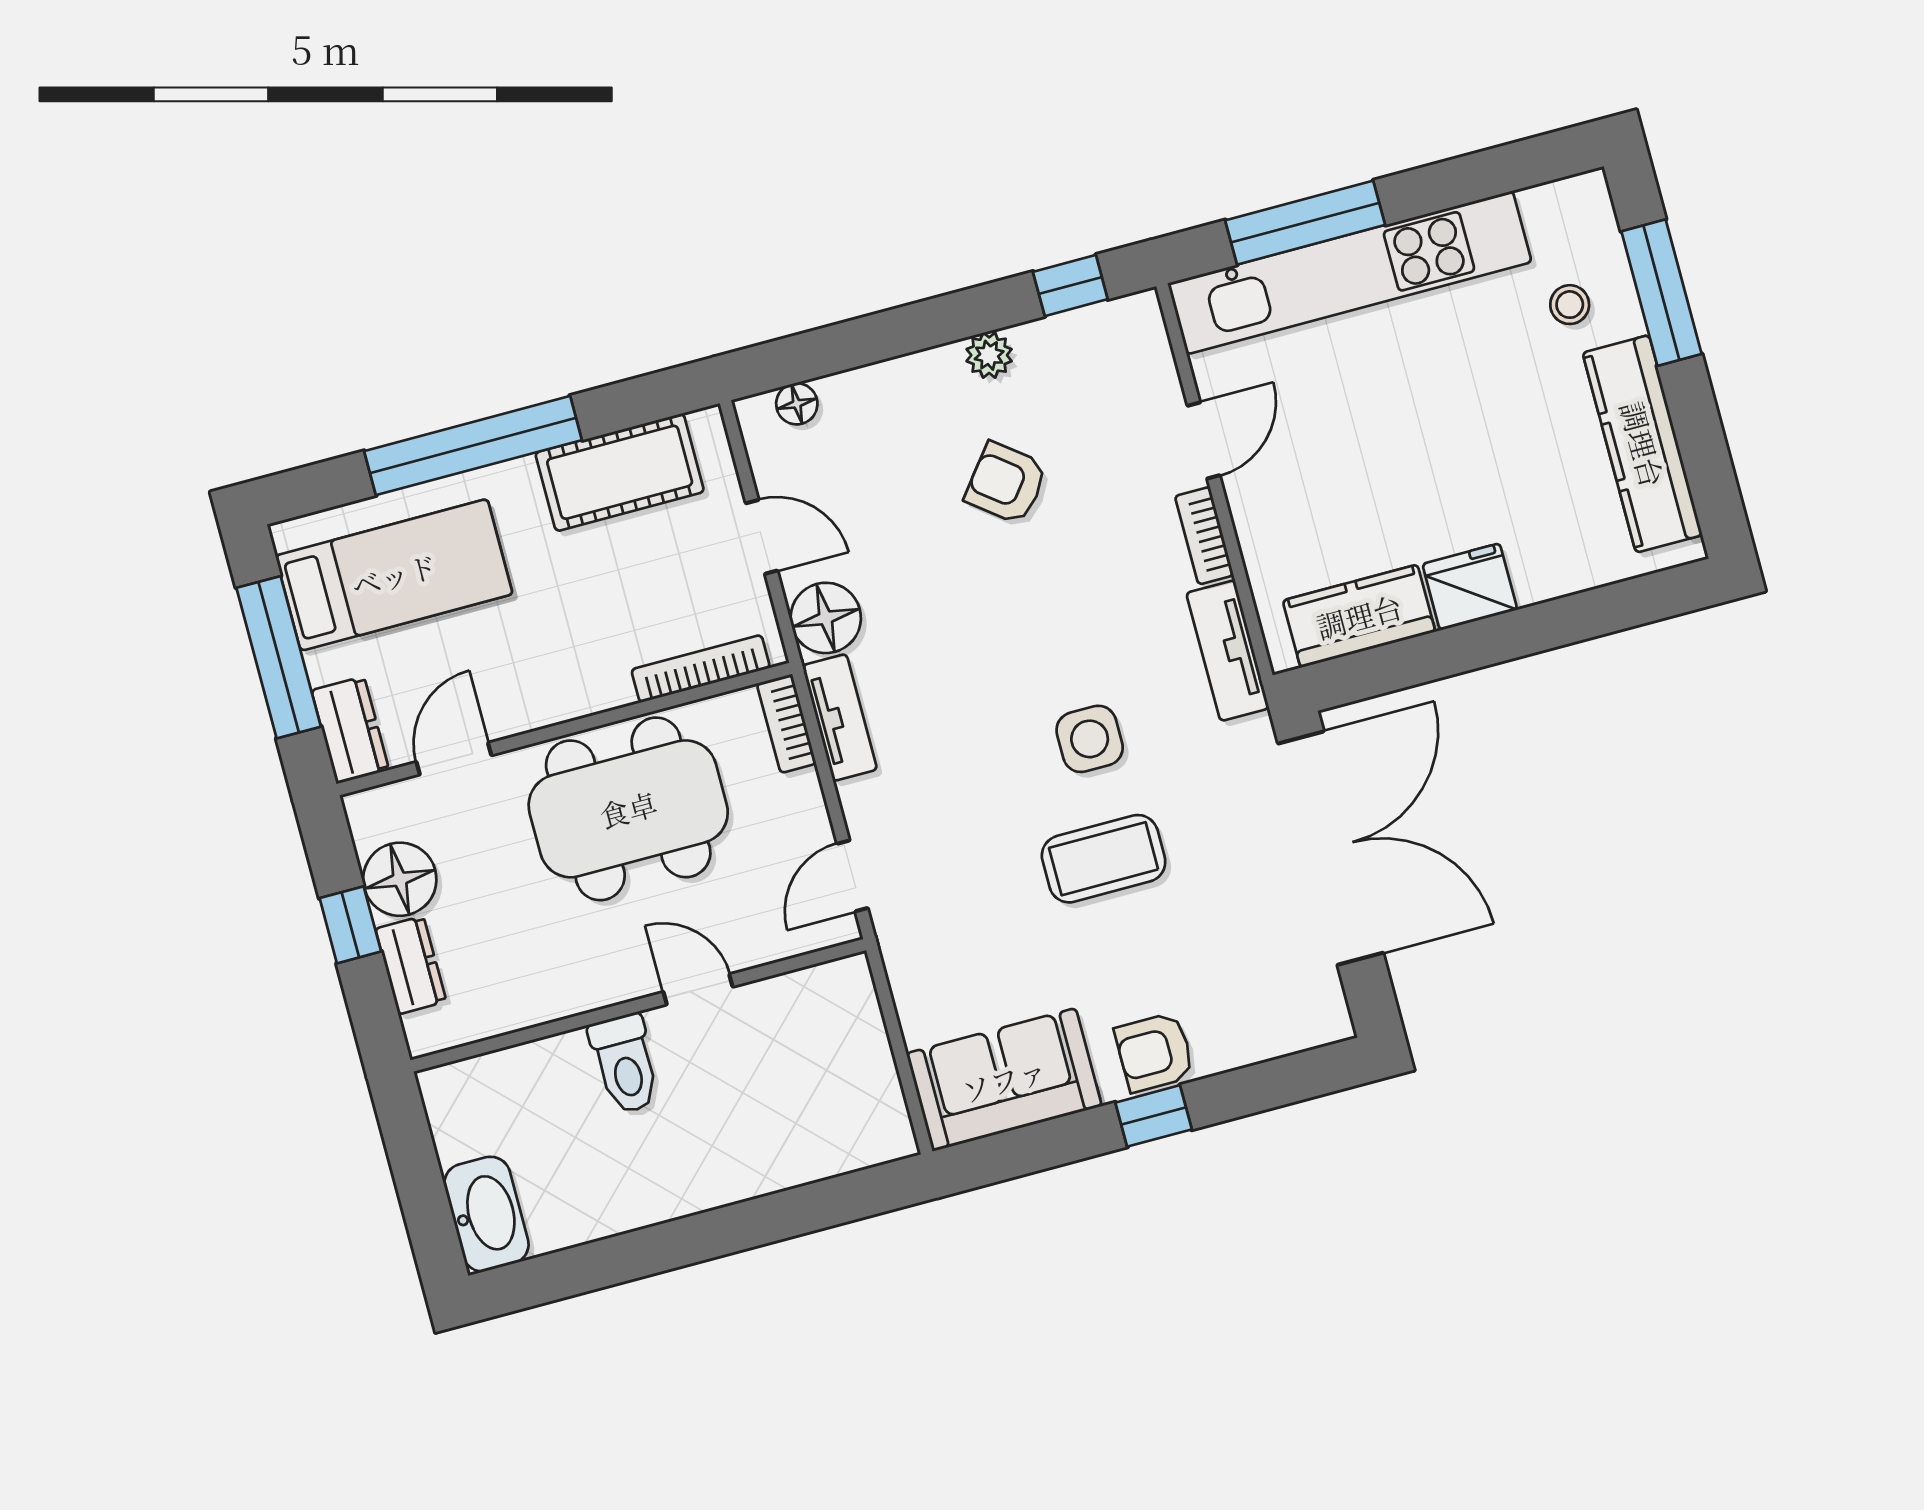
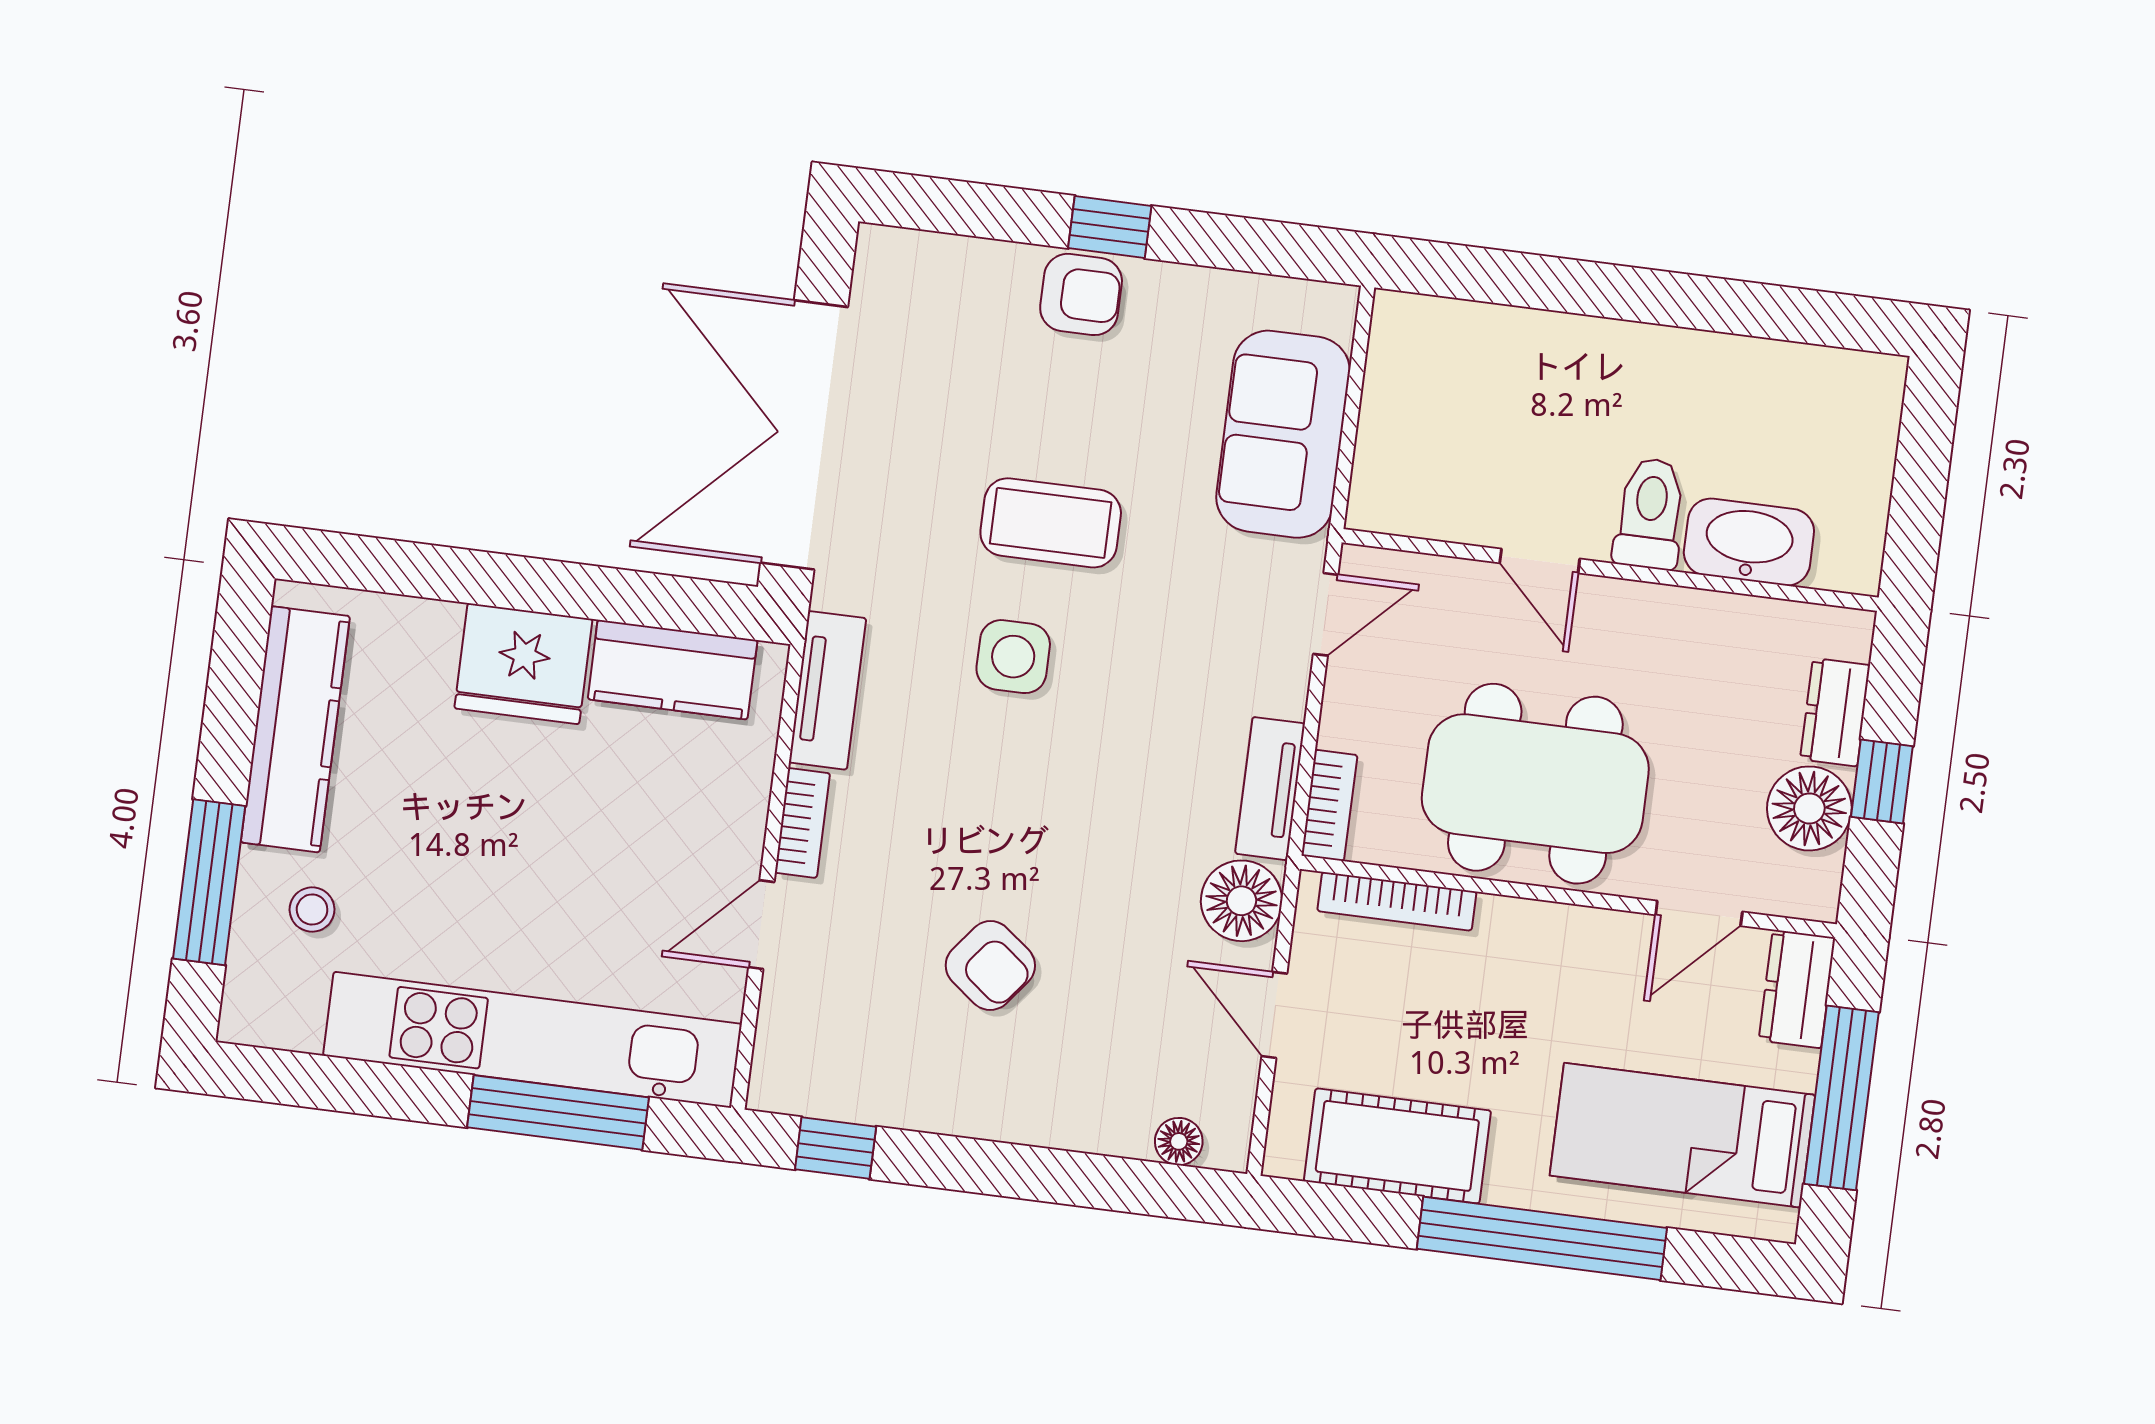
plant: (989, 355) -> (953, 1109), removed
fridge: (1470, 587) -> (523, 664), width x1.36, depth x1.34
sofa: (1004, 1080) -> (1283, 434), moved, turned 90
washbasin: (486, 1214) -> (1749, 542), moved, turned 90

